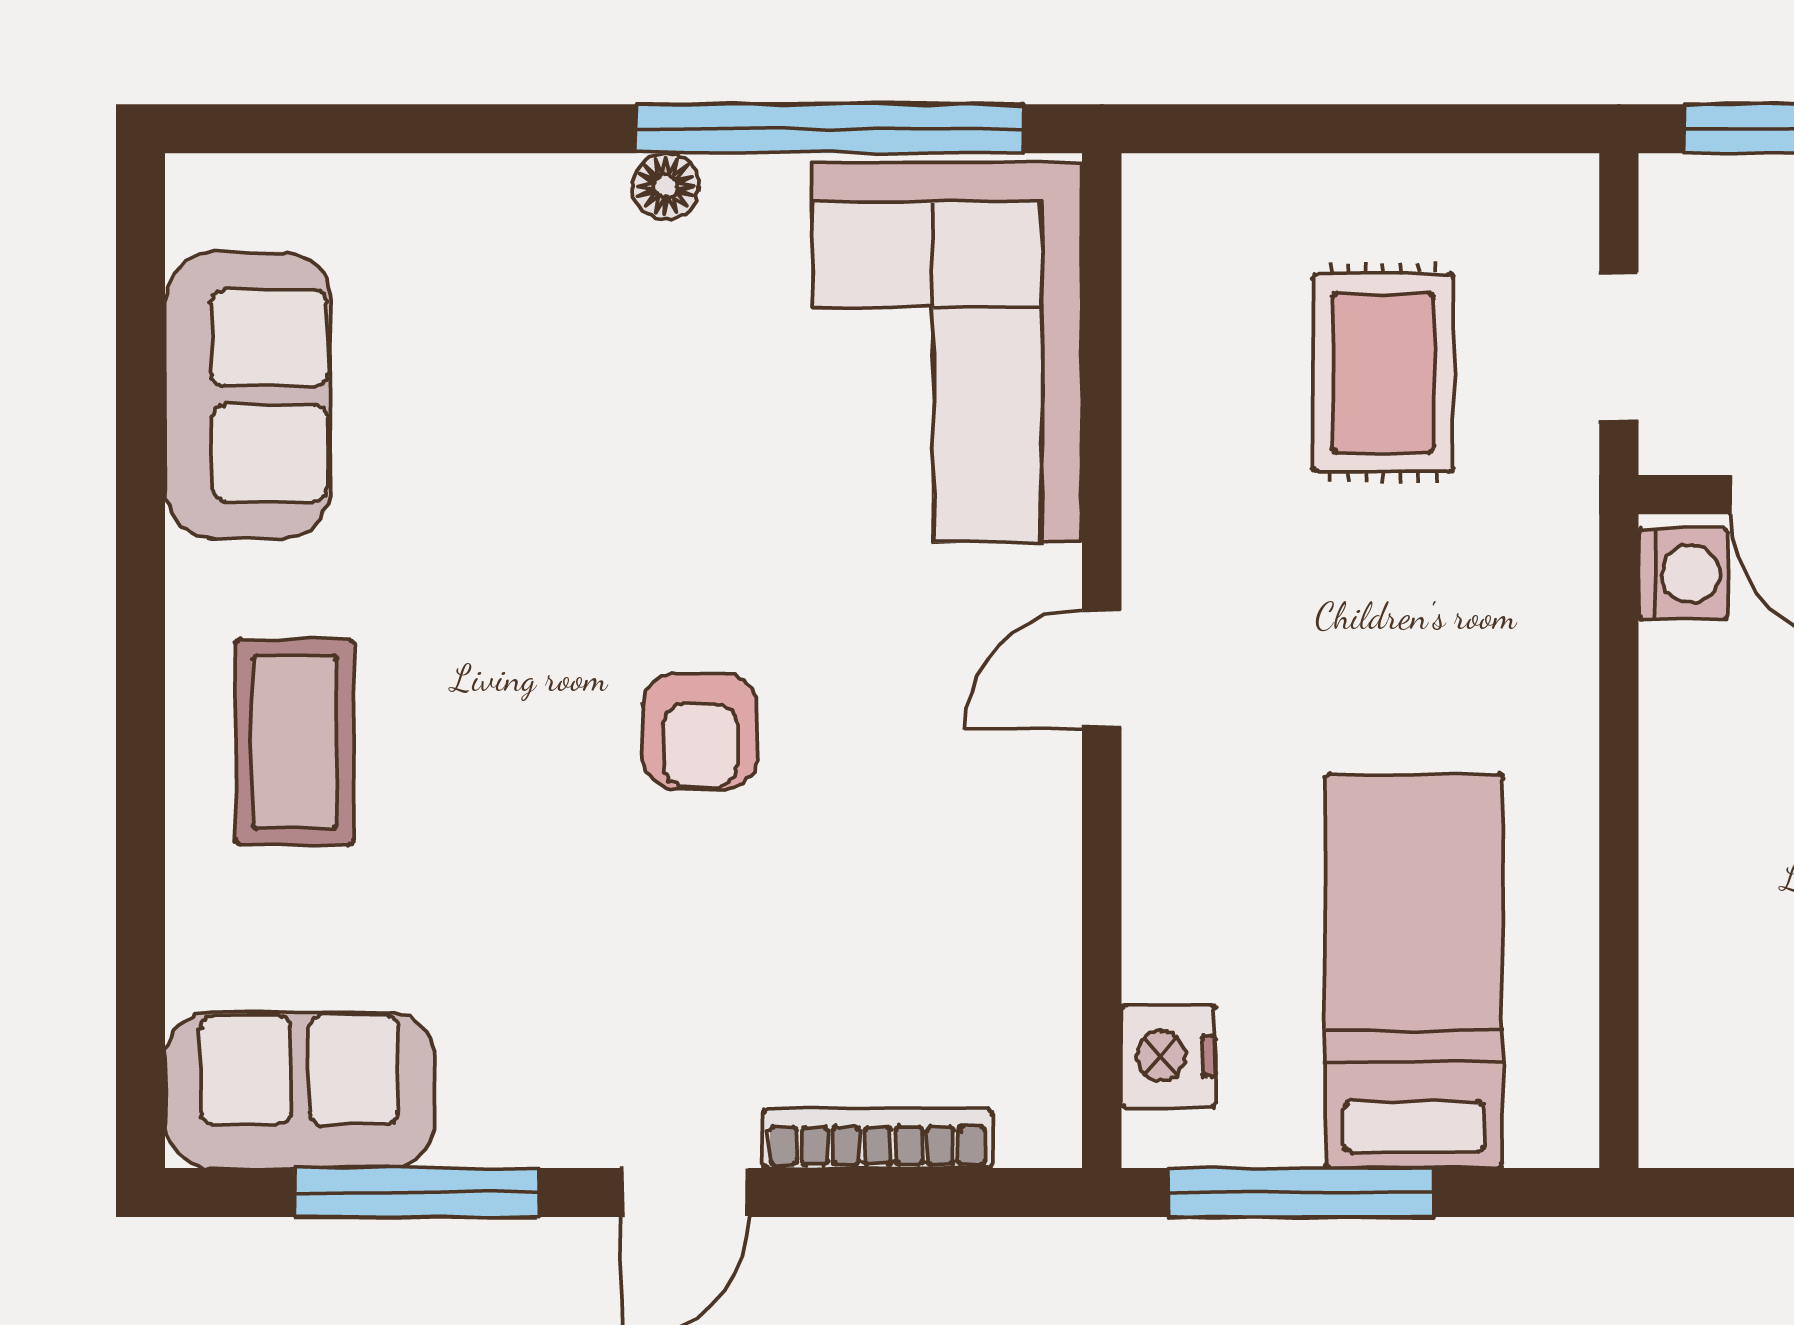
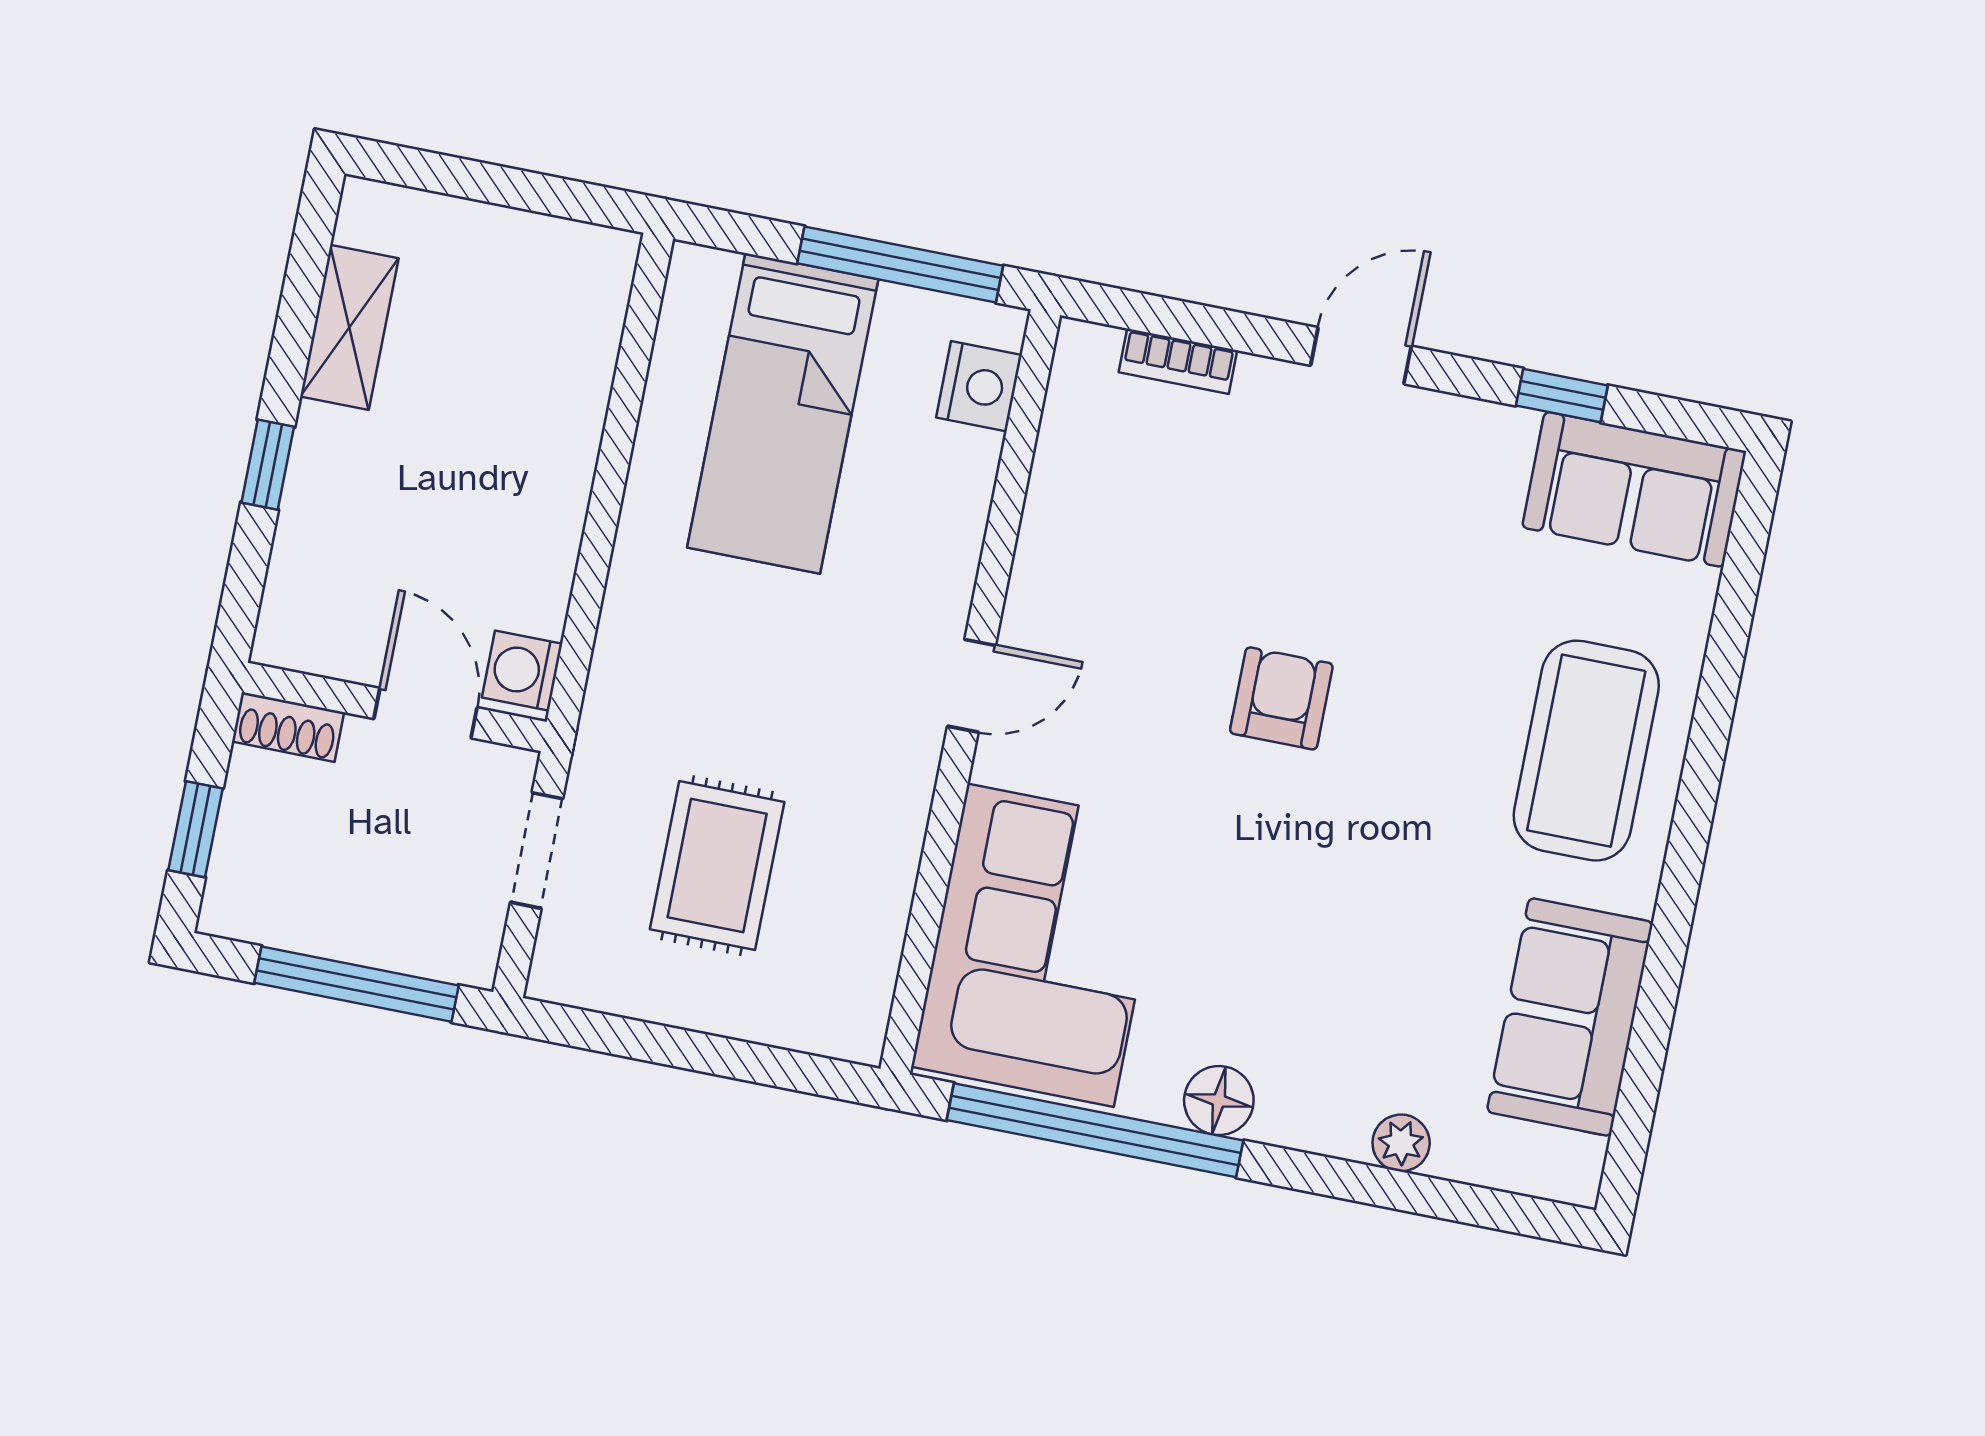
floor lamp: (666, 186) -> (1219, 1101), width x1.37, depth x1.37
plant: (433, 190) -> (1401, 1143), added
coffee table: (295, 742) -> (1586, 751), width x1.36, depth x1.32
bookcase: (878, 1139) -> (1178, 361), width x0.64
window: (416, 1192) -> (1562, 395), width x0.46

